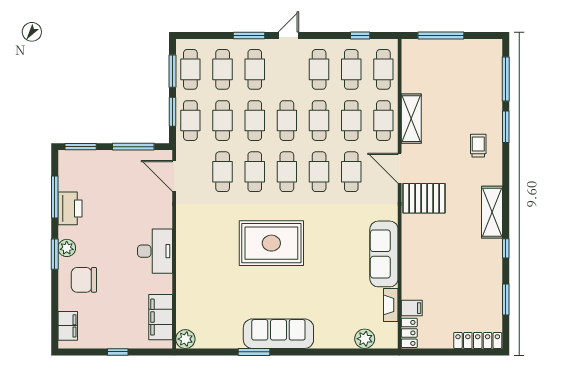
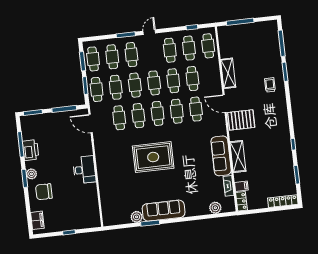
cafe table: (383, 121) -> (212, 76), removed
shelving: (492, 212) -> (238, 157), moved
filing cabinet: (161, 317) -> (92, 209), removed
plant: (185, 339) -> (137, 217), moved

